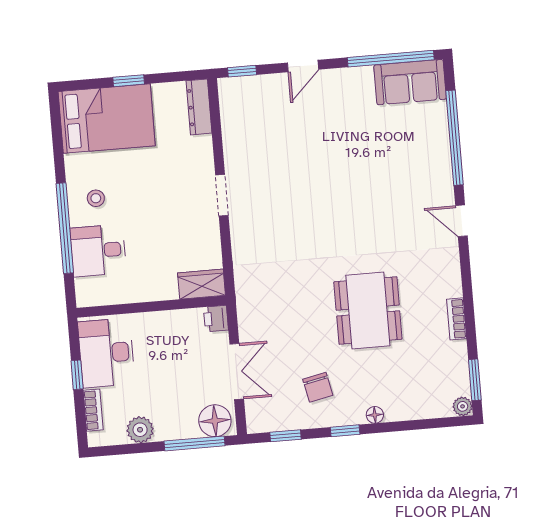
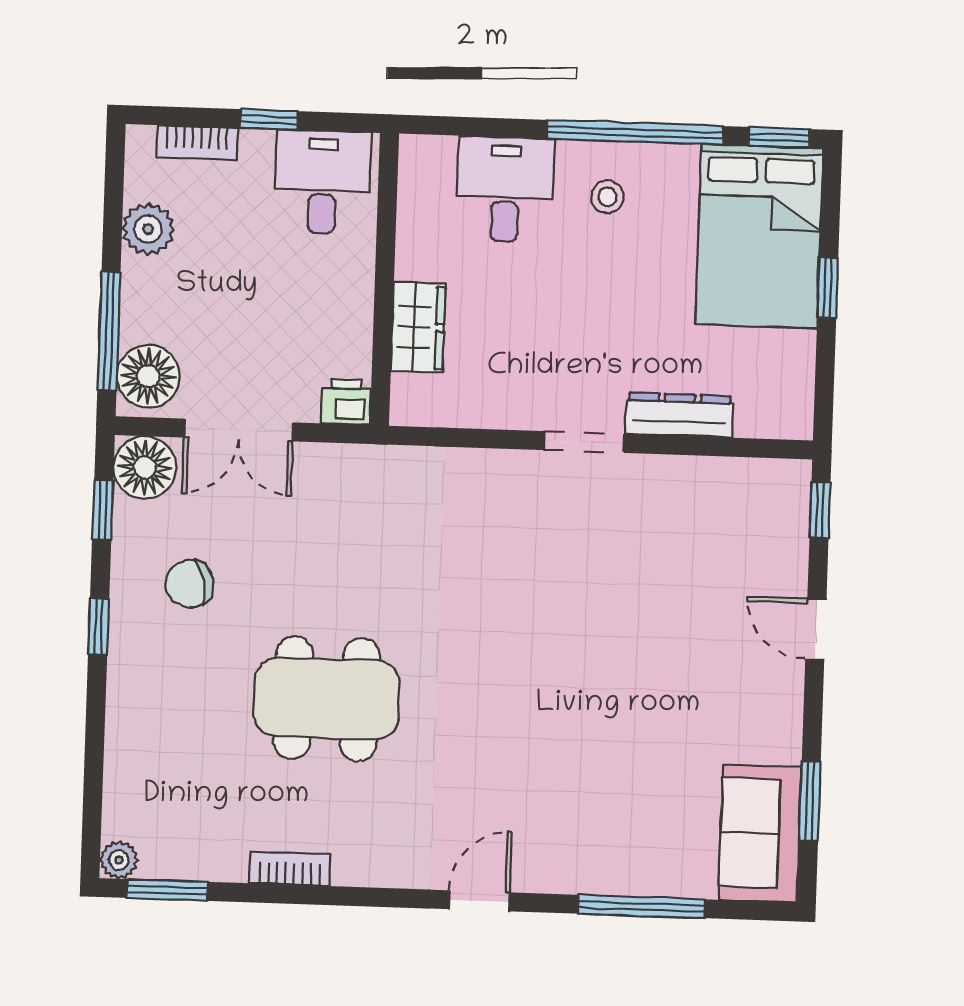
window: (391, 59) -> (810, 801), width x0.47
dresser: (199, 107) -> (679, 415), moved
window: (55, 114) -> (779, 137), added
window: (455, 138) -> (642, 907), width x0.68
window: (65, 228) -> (635, 132), moved
wardrobe: (202, 284) -> (418, 327), moved
desk: (106, 353) -> (323, 182), width x0.73
floor lamp: (375, 415) -> (145, 467), moved, width x1.89, depth x1.89

